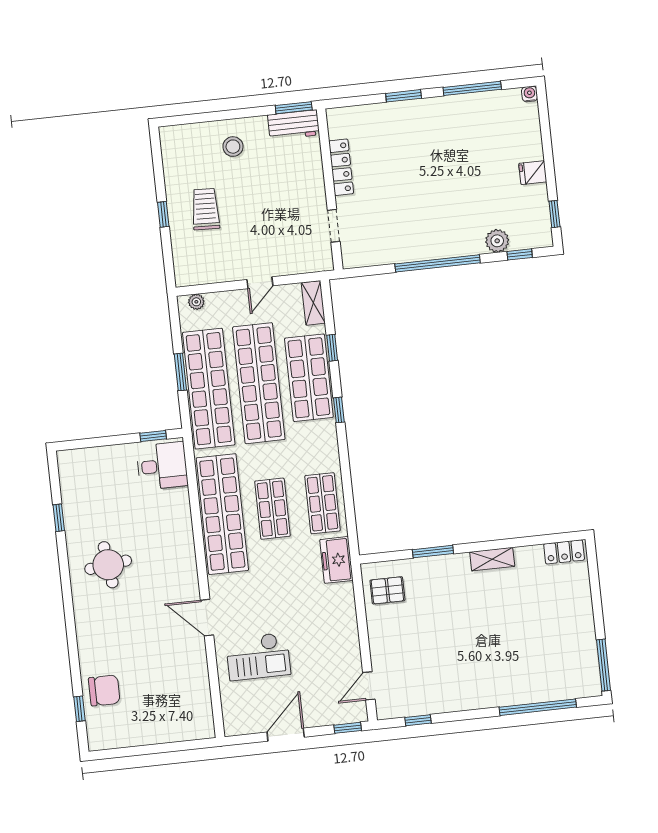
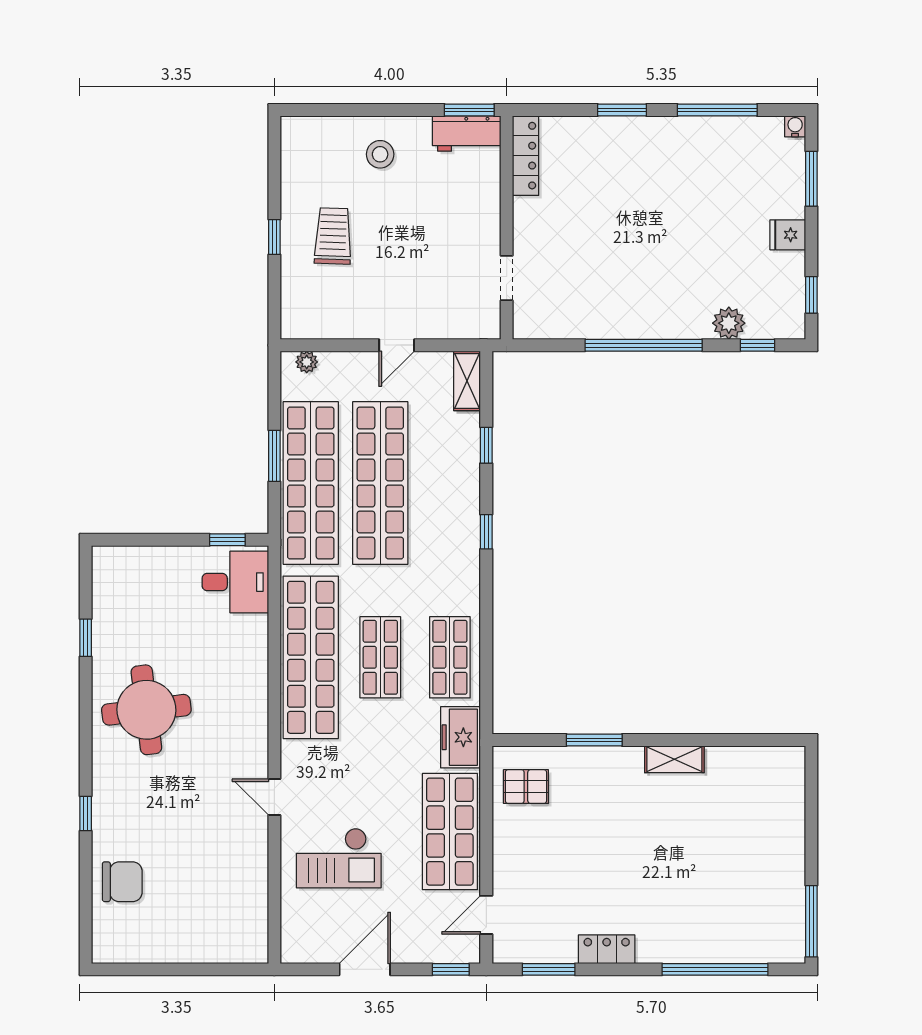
window: (545, 130) -> (811, 179), added
locker: (341, 167) -> (526, 156), moved
shop shelf: (309, 378) -> (450, 832), moved
locker: (564, 552) -> (607, 949), moved, turned 180
round table: (108, 565) -> (146, 710), width x1.36, depth x1.36
door: (207, 618) -> (274, 797), width x0.73
window: (80, 709) -> (86, 814), moved
window: (418, 720) -> (549, 969), width x1.50

